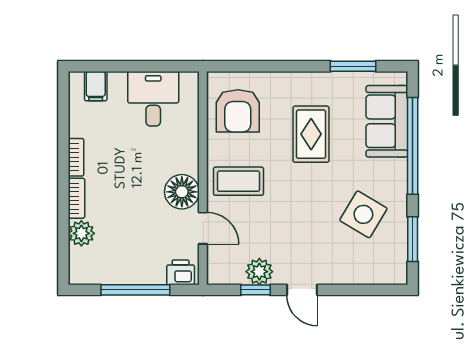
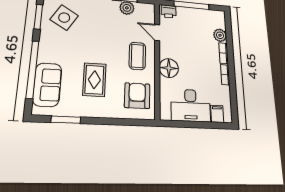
desk: (153, 99) -> (191, 105), width x1.37
coffee table: (239, 181) -> (137, 56), turned 90
floor lamp: (182, 192) -> (169, 68), moved
side table: (363, 214) -> (64, 18), moved

